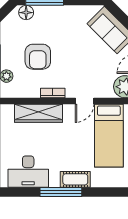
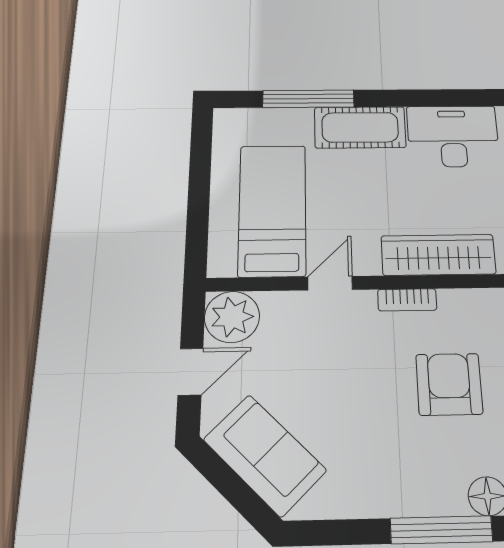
cot: (75, 179) -> (360, 127), width x1.37, depth x1.34
window: (61, 192) -> (308, 99), moved

